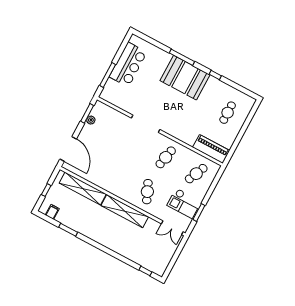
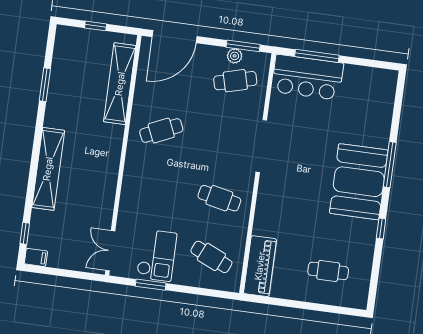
bar counter: (128, 64) -> (307, 77), moved
cafe table: (105, 125) -> (235, 81), added
cafe table: (147, 192) -> (161, 131), moved
checkout: (184, 203) -> (157, 255), turned 180
shelving: (125, 211) -> (48, 169), moved
filing cabinet: (52, 212) -> (36, 257), moved

